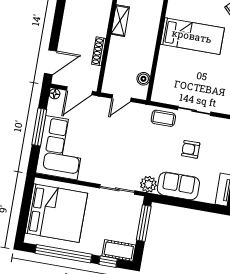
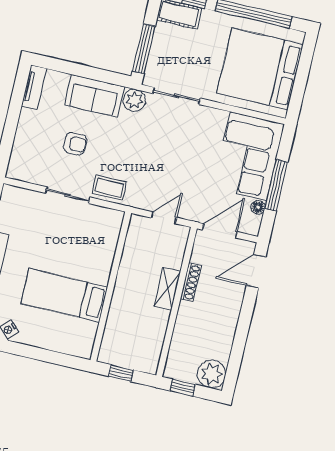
shelving: (120, 21) -> (167, 289), moved
boiler: (143, 79) -> (133, 242), removed
floor lamp: (55, 94) -> (258, 207), moved

